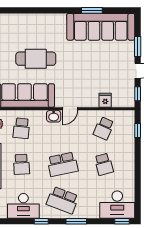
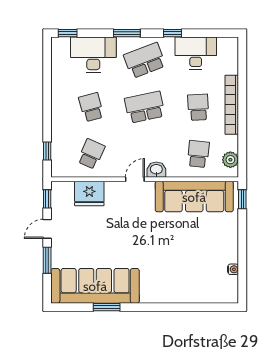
cafe table: (36, 59) -> (180, 244), removed
fridge: (105, 100) -> (89, 193), width x1.88, depth x1.34
school desk: (63, 200) -> (145, 60), turned -42
desk: (117, 205) -> (93, 55), moved

